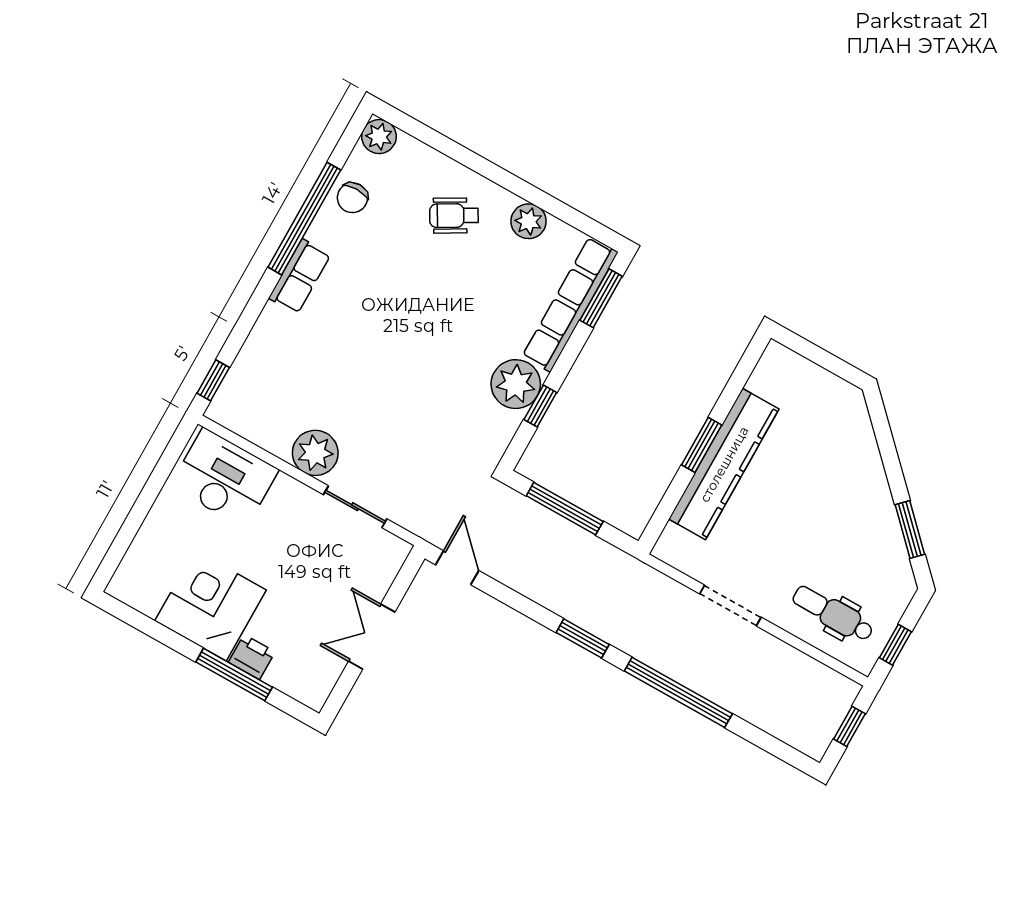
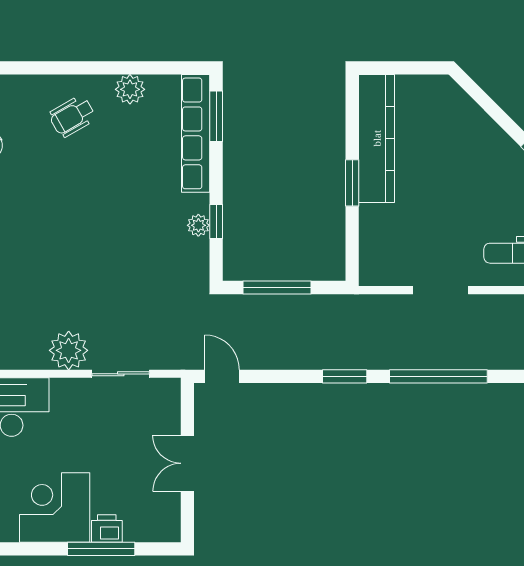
plant: (516, 384) -> (198, 225), width x0.53, depth x0.53
kitchen counter: (724, 464) -> (377, 138), moved

